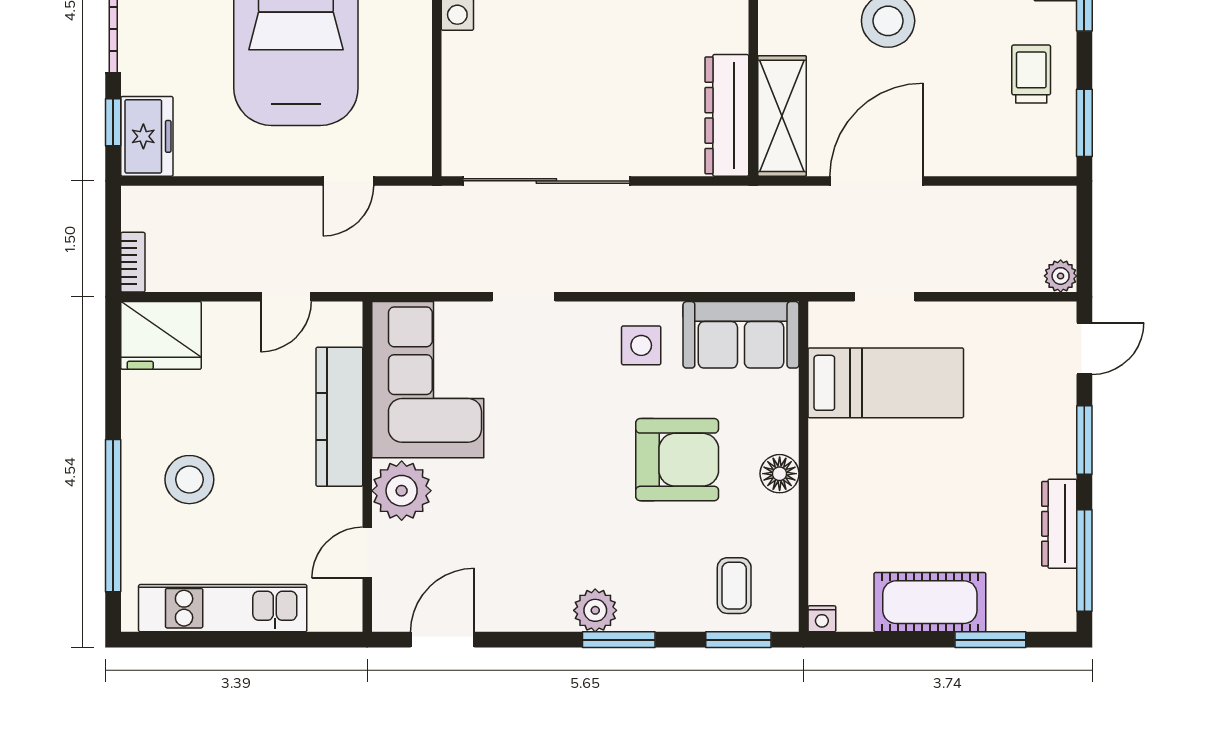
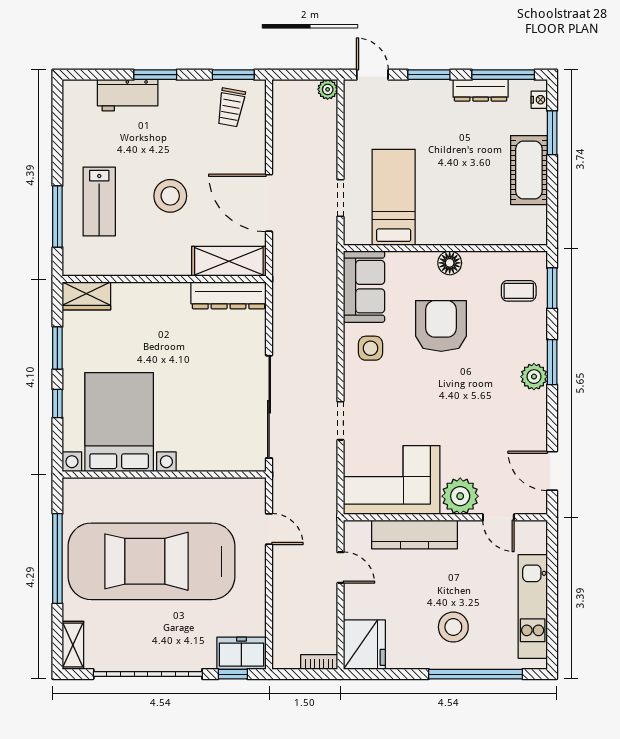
trolley: (1031, 74) -> (231, 107), moved, turned -80
nightstand: (822, 619) -> (539, 100), moved

